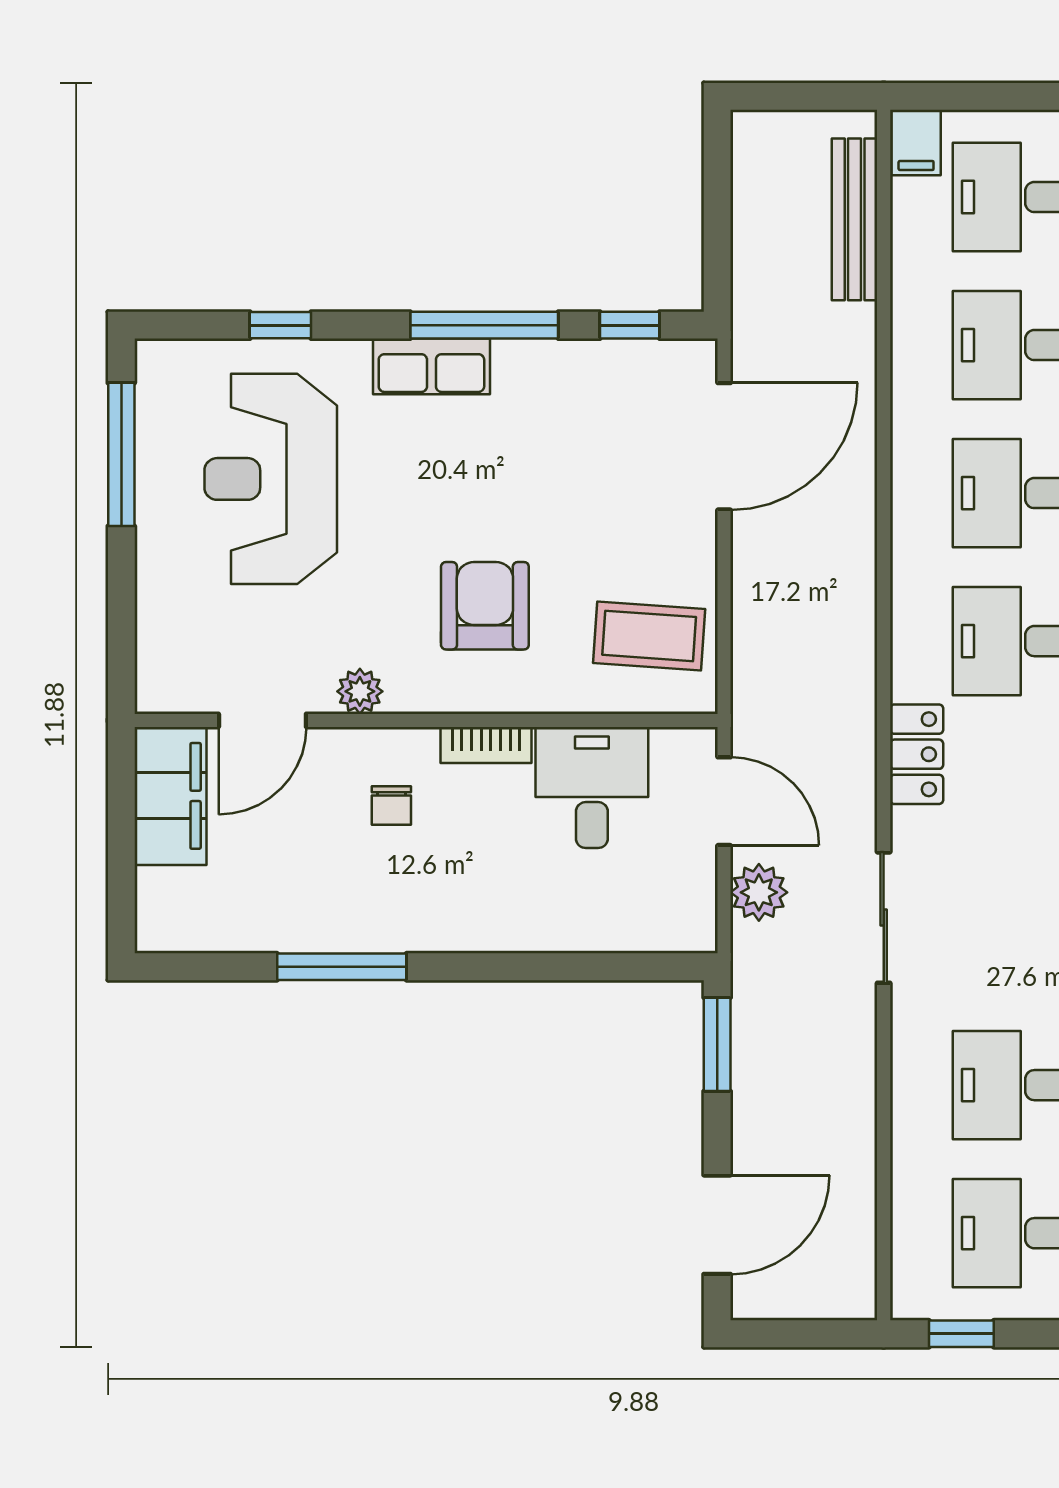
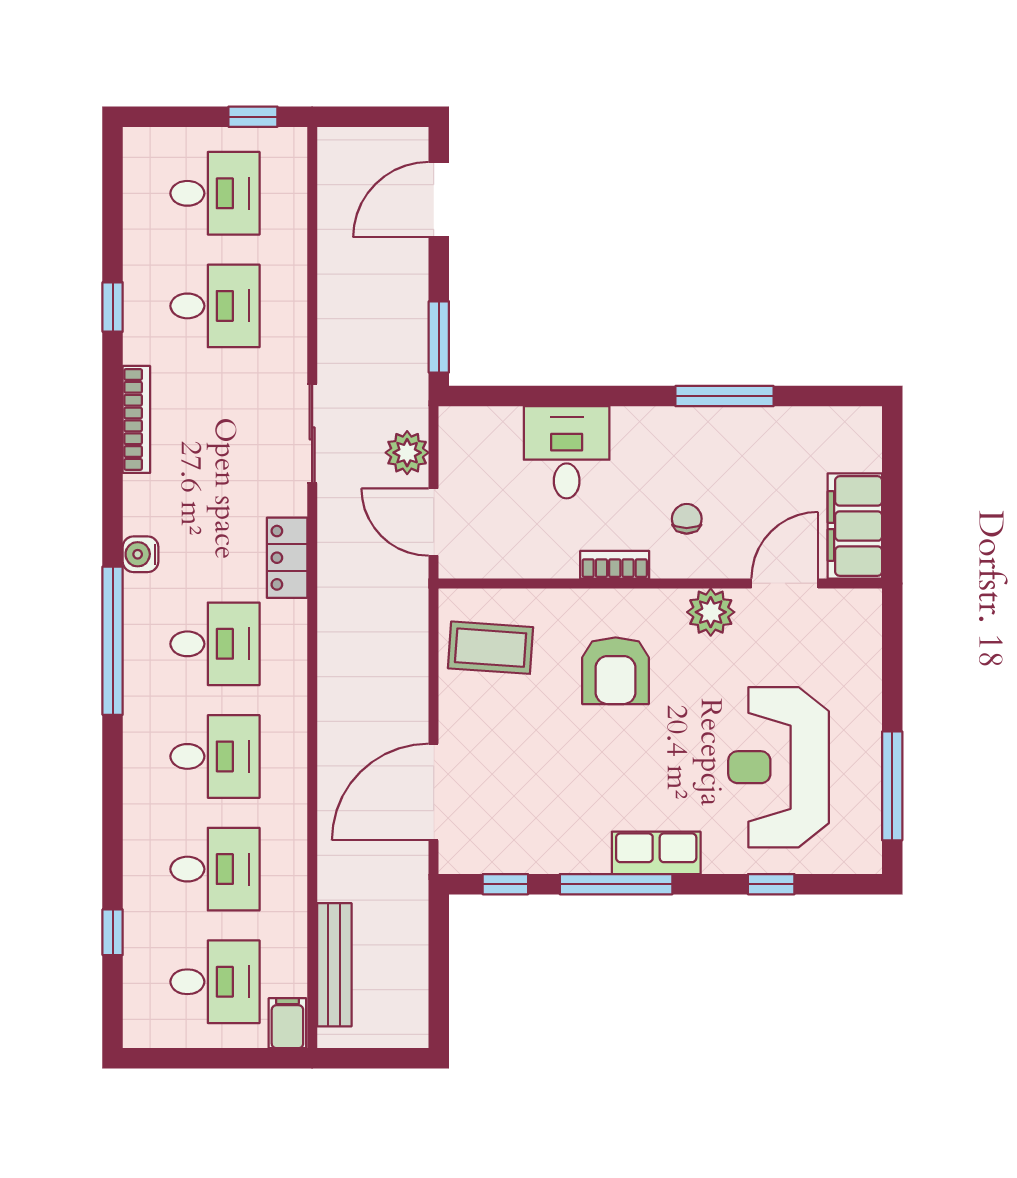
reception desk: (271, 479) -> (779, 767), turned 180
plant: (360, 691) -> (711, 612), width x1.38, depth x1.38
desk: (592, 787) -> (567, 452), moved, turned 180

